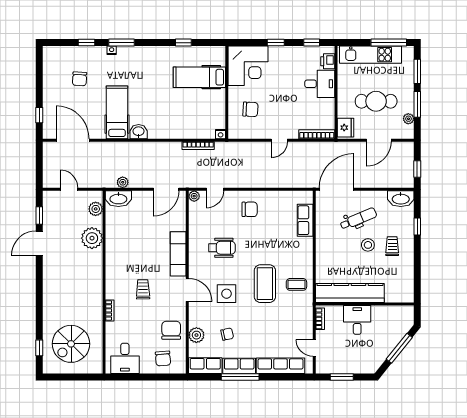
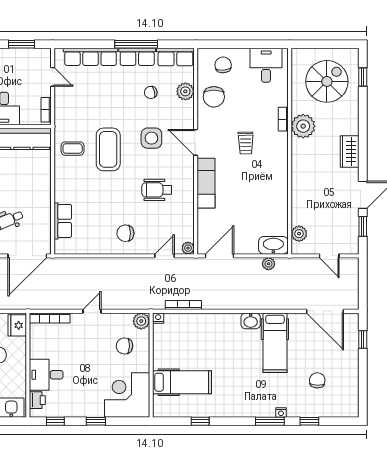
plant: (236, 131) -> (141, 321), added
plant: (92, 238) -> (303, 126), moved
wardrobe: (51, 282) -> (350, 151), added

